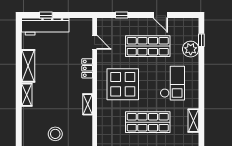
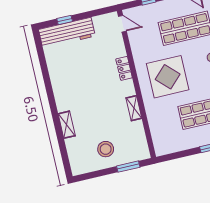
door: (95, 42) -> (122, 24), moved
shelving: (28, 66) -> (58, 81), removed
shelving: (27, 95) -> (67, 125), moved

